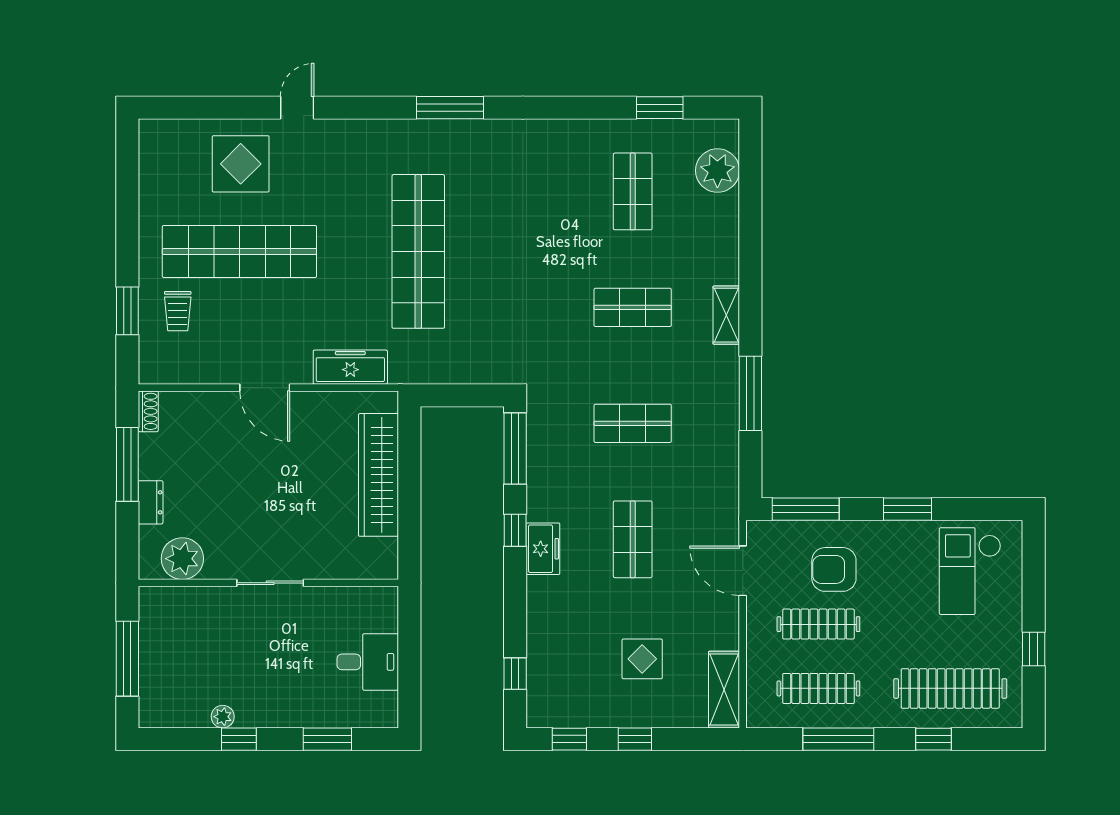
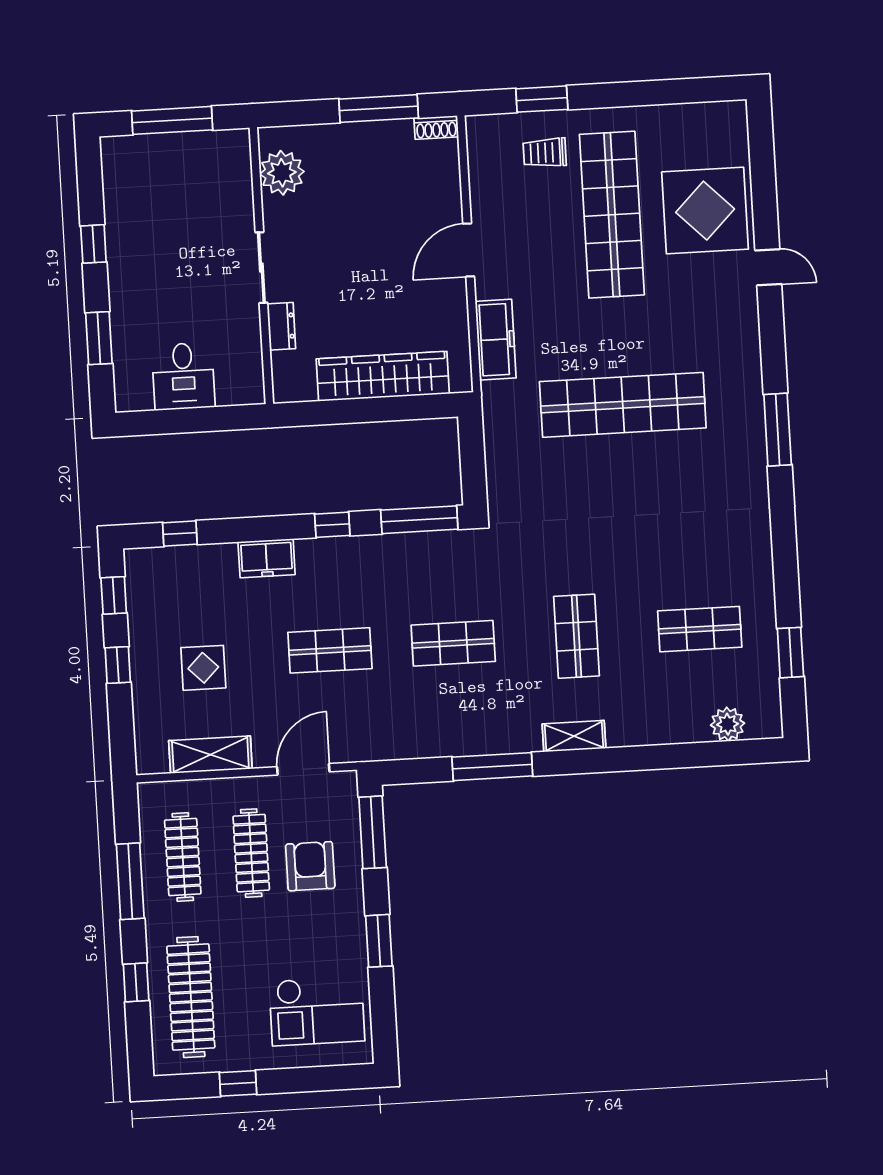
display table: (241, 164) -> (705, 211), width x1.36, depth x1.36
plant: (717, 171) -> (728, 724), width x0.73, depth x0.73
shop shelf: (633, 423) -> (453, 643), turned 90
dresser: (151, 502) -> (281, 326), moved, turned -90
freezer: (543, 549) -> (267, 558), moved
checkout: (970, 571) -> (317, 1011), turned 180
shelving: (724, 690) -> (210, 755), moved
plant: (223, 717) -> (116, 225), removed

